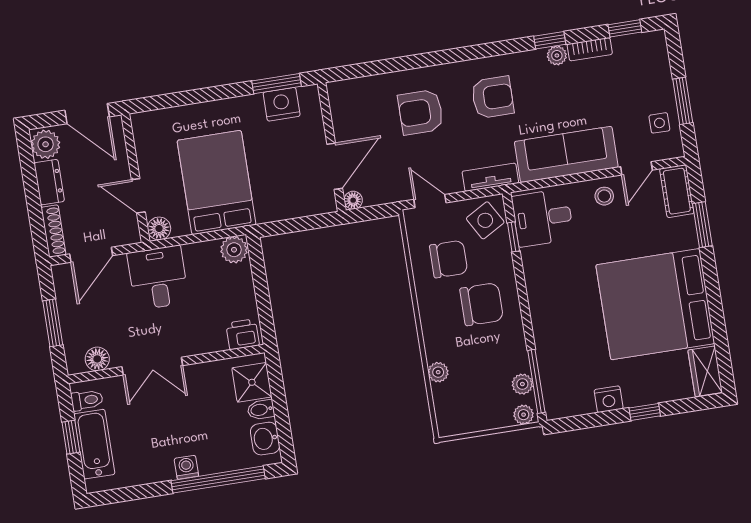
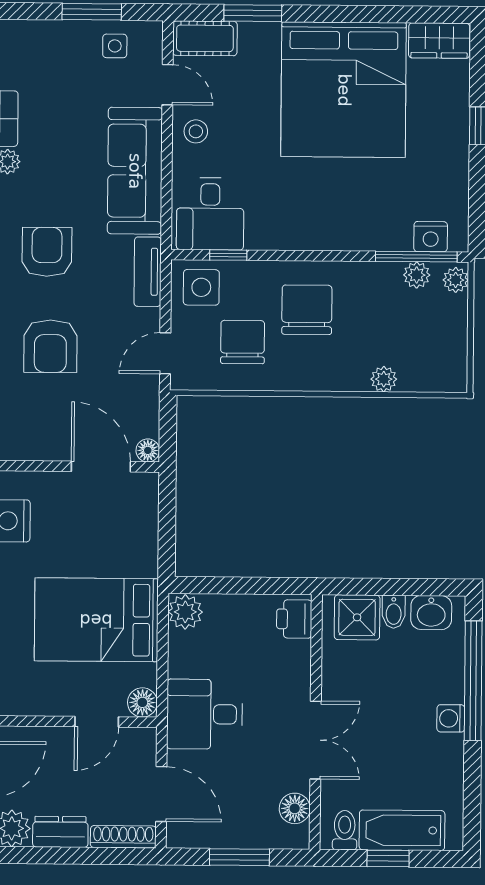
side table: (485, 220) -> (201, 287), turned 30
nightstand: (609, 399) -> (431, 237), moved, turned 90

